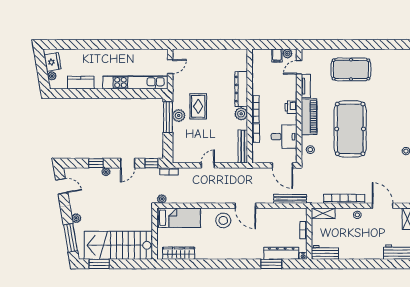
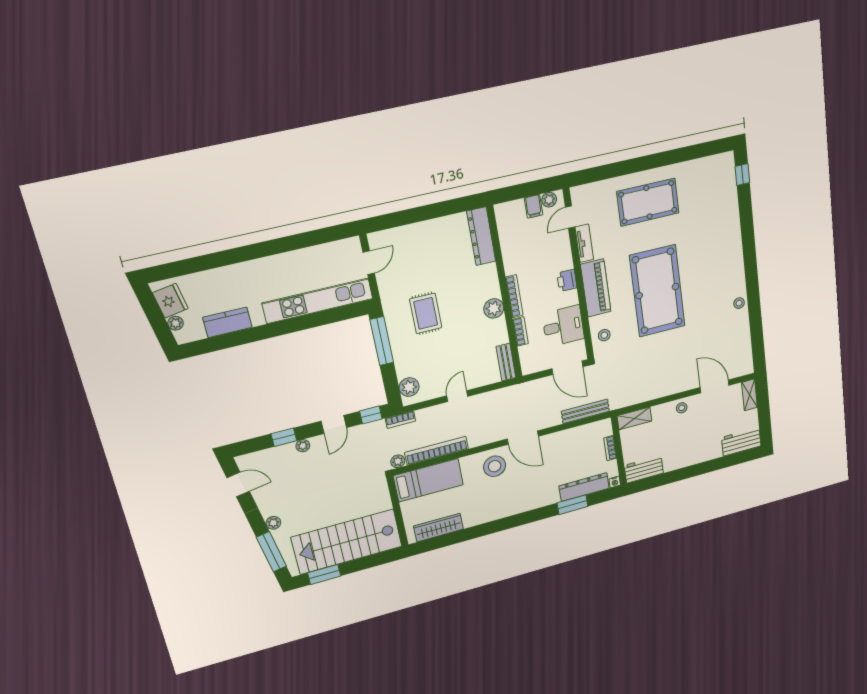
dresser: (241, 89) -> (481, 236), moved
plant: (179, 116) -> (409, 387), moved
bench: (243, 147) -> (506, 362), width x0.73
bookcase: (344, 199) -> (437, 451), moved

